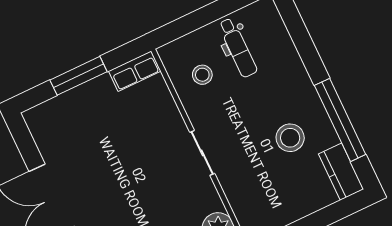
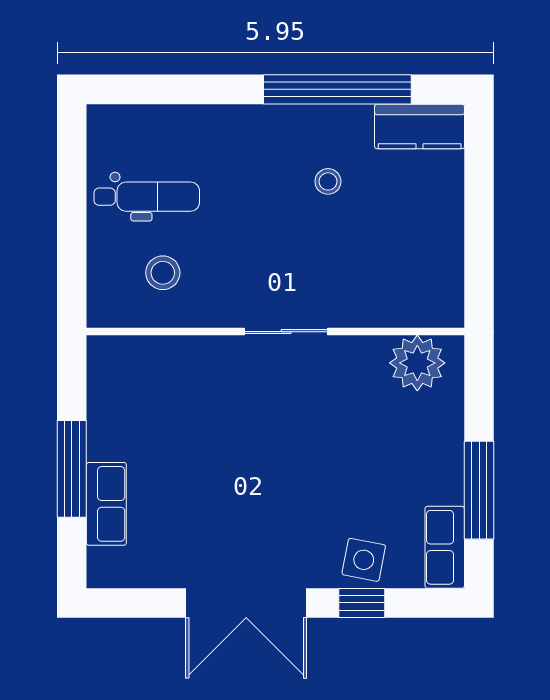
row of seats: (135, 71) -> (106, 504), moved
stool: (290, 138) -> (328, 181), width x0.53, depth x0.53

